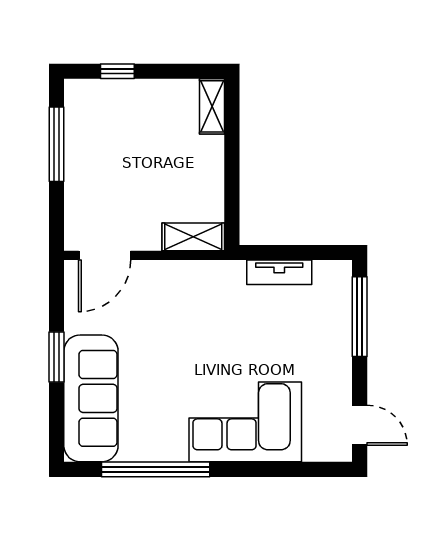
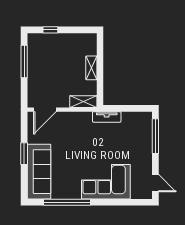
shelving: (212, 106) -> (91, 68), moved
tv unit: (279, 272) -> (107, 117), moved

